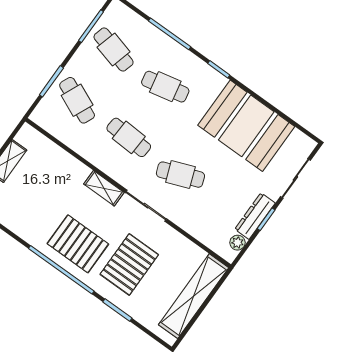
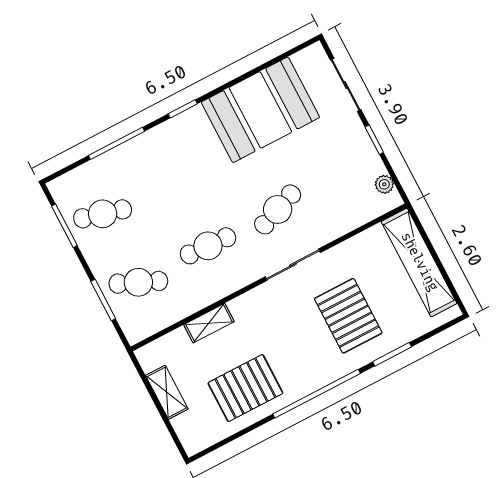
cafe table: (165, 87) -> (172, 177), removed
shelving: (104, 188) -> (209, 323), moved
dresser: (255, 216) -> (365, 150), removed
pallet: (78, 244) -> (245, 388), moved

